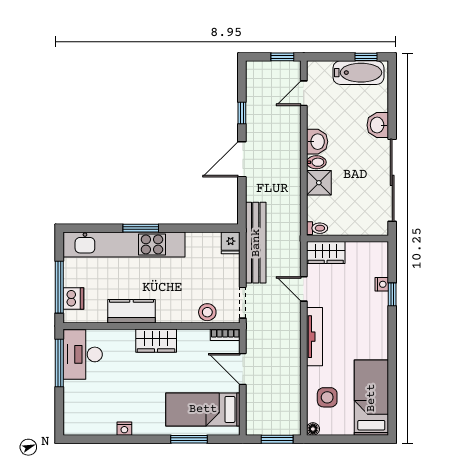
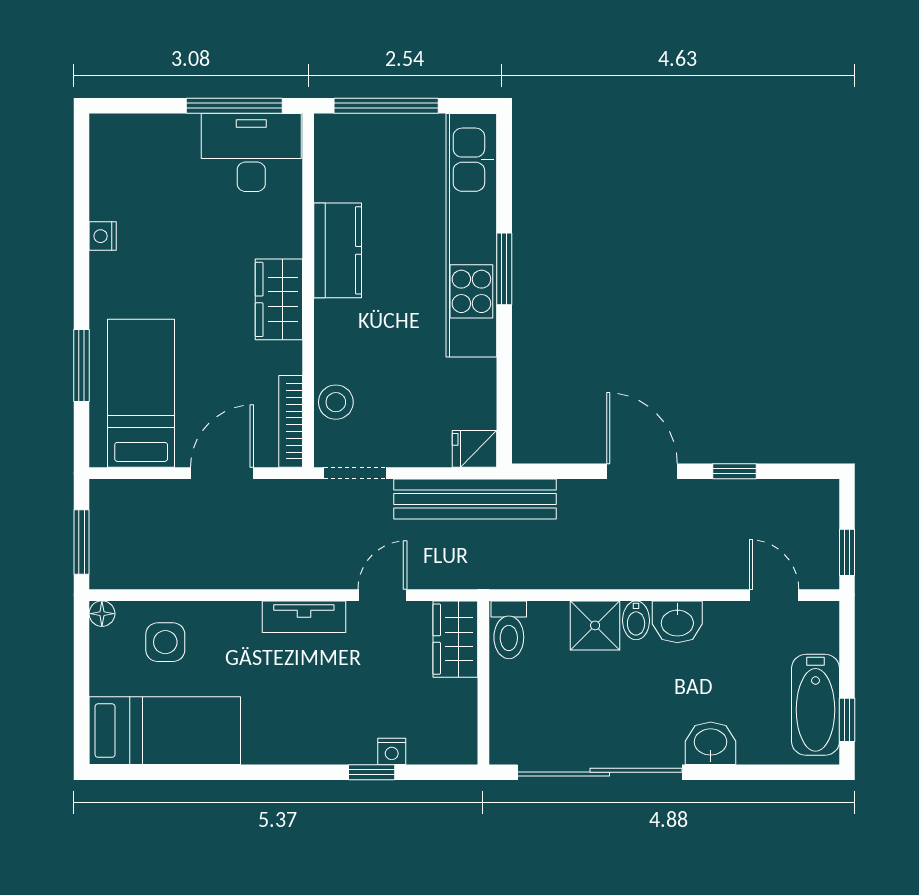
toilet: (317, 228) -> (509, 630), width x1.37, depth x1.39
dishwasher: (73, 299) -> (363, 134), removed
bookcase: (225, 335) -> (291, 421), width x1.56
tv unit: (314, 337) -> (304, 617), width x0.71

